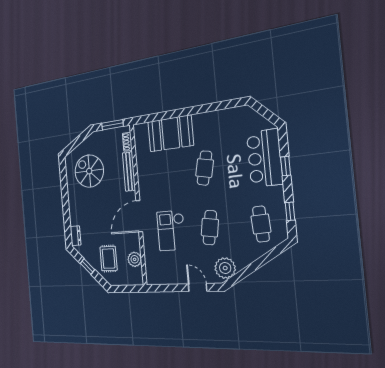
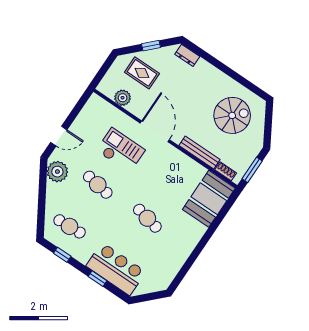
booth: (170, 133) -> (209, 199), moved

